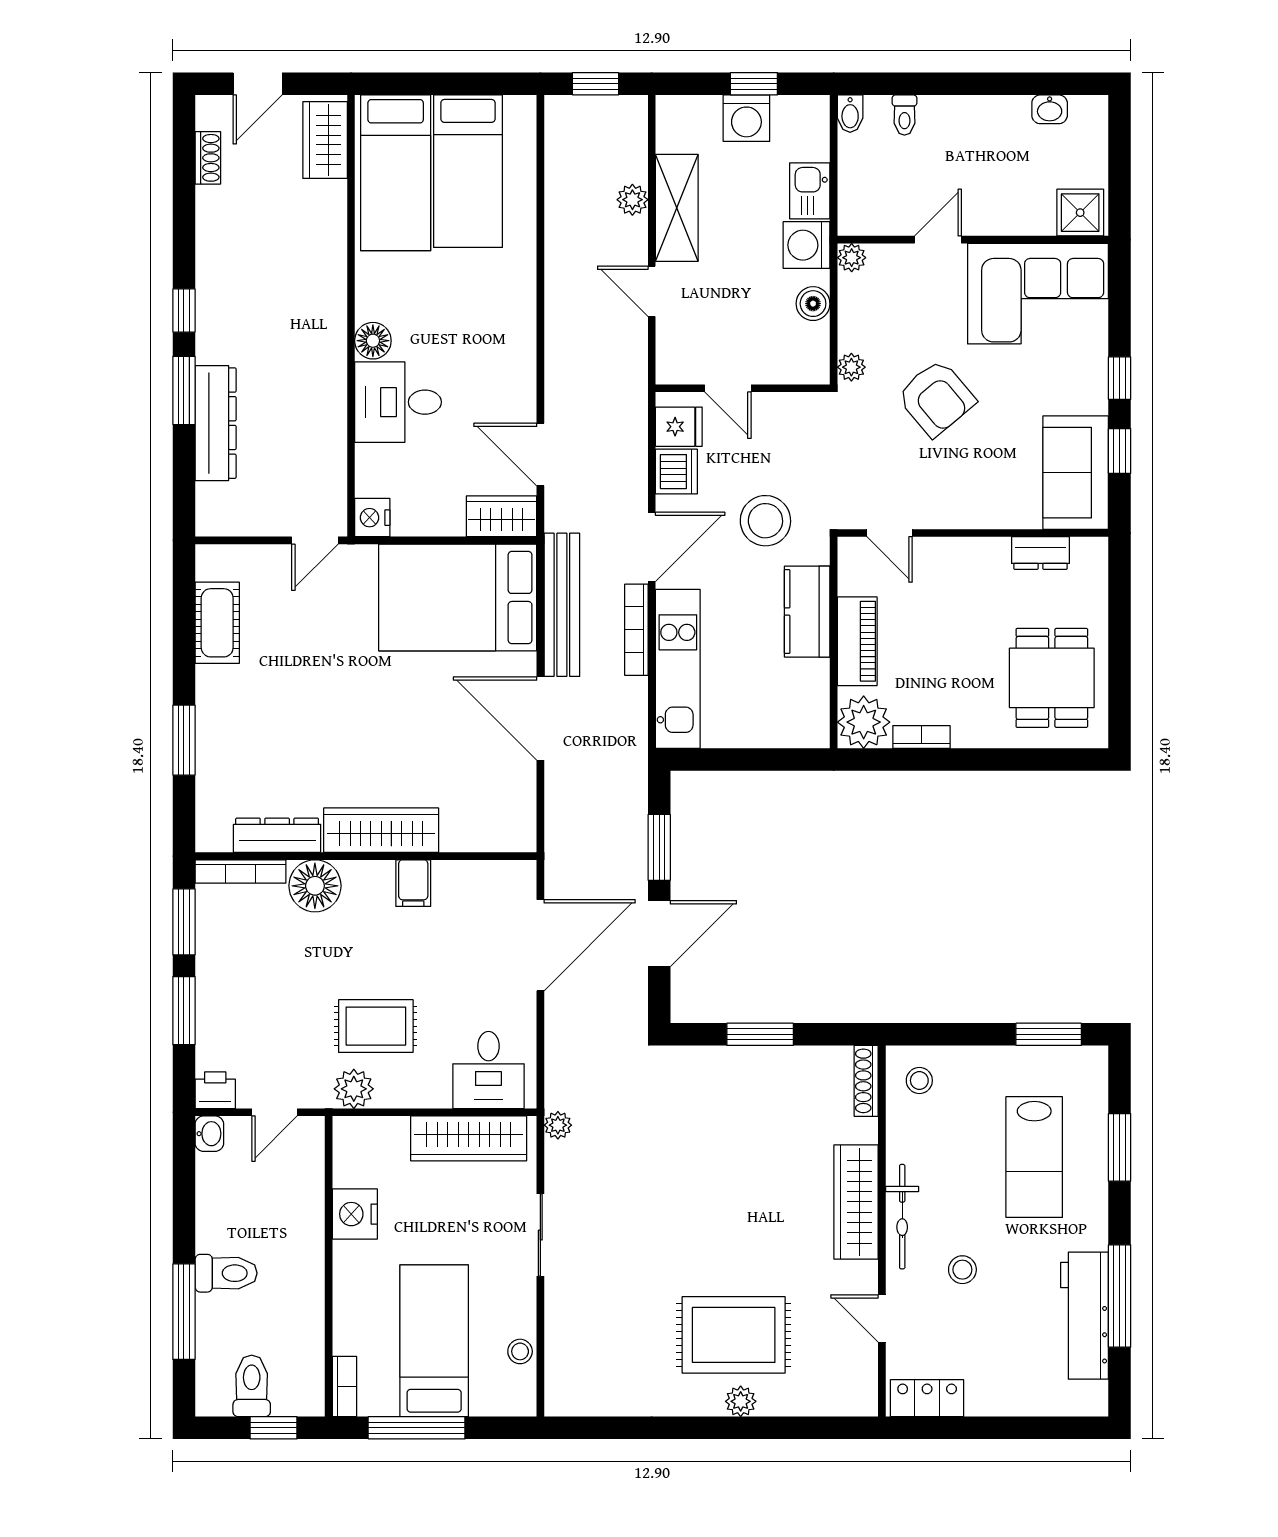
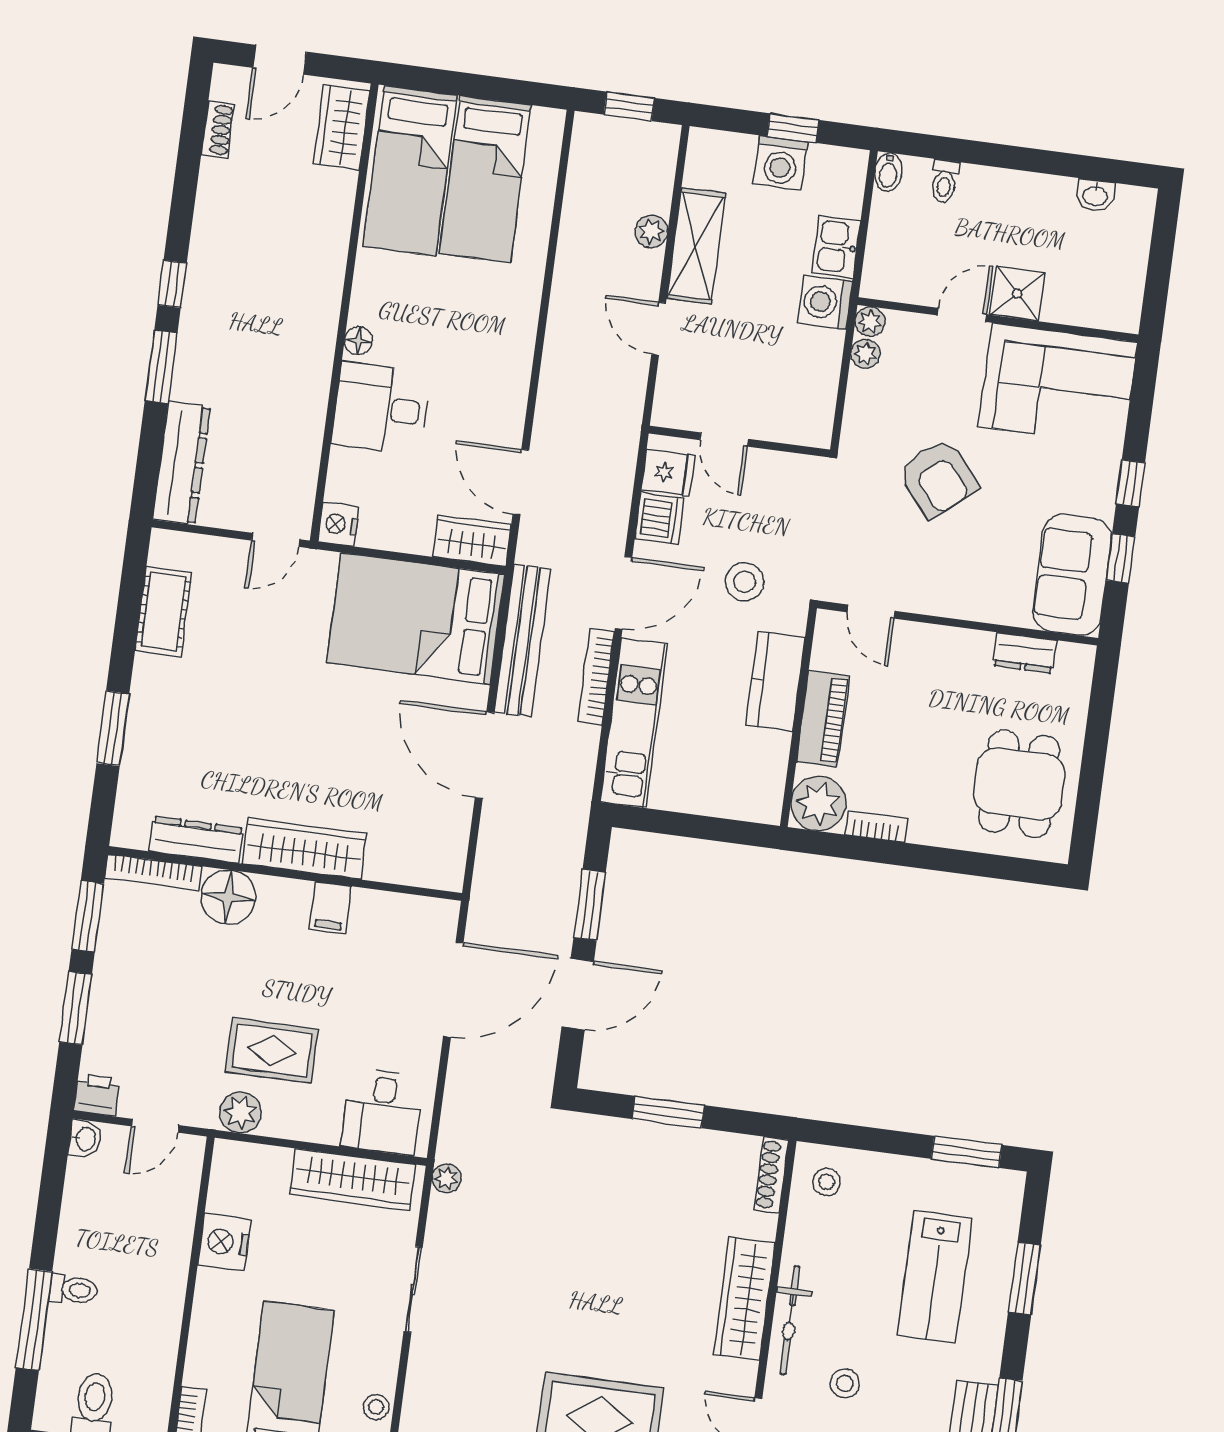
shower: (1080, 213) -> (1017, 294), moved
boiler: (813, 304) -> (824, 364), removed
floor lamp: (373, 341) -> (358, 341), width x0.73, depth x0.73
plant: (851, 367) -> (865, 354), moved
dresser: (216, 423) -> (182, 463), moved
stool: (765, 521) -> (745, 582), width x0.73, depth x0.73
toilet: (226, 1273) -> (73, 1290), width x0.73, depth x0.72

